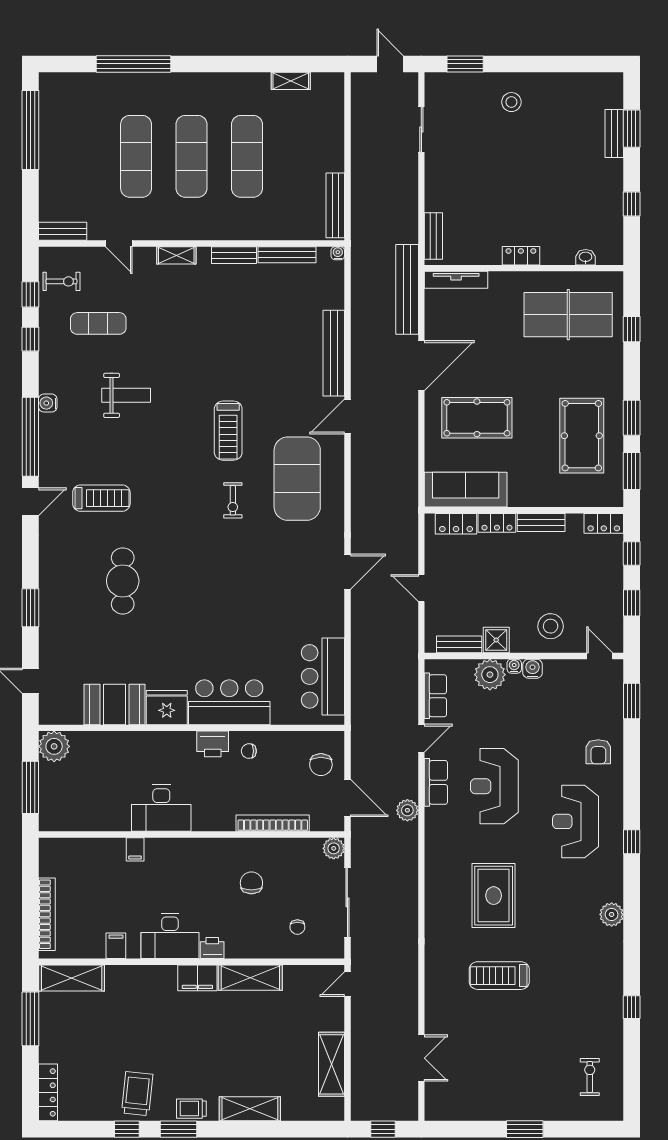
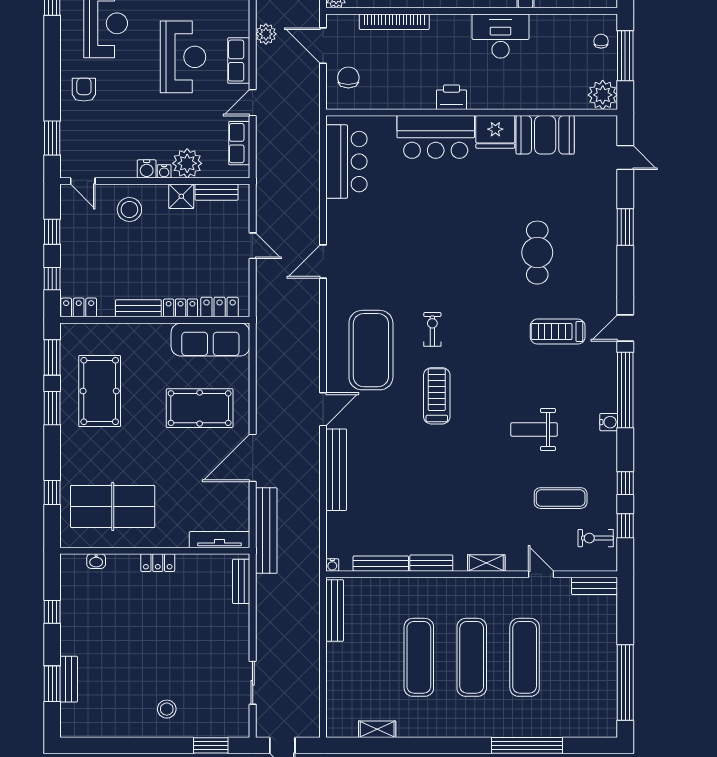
chair: (249, 751) -> (601, 41), moved, turned -90

